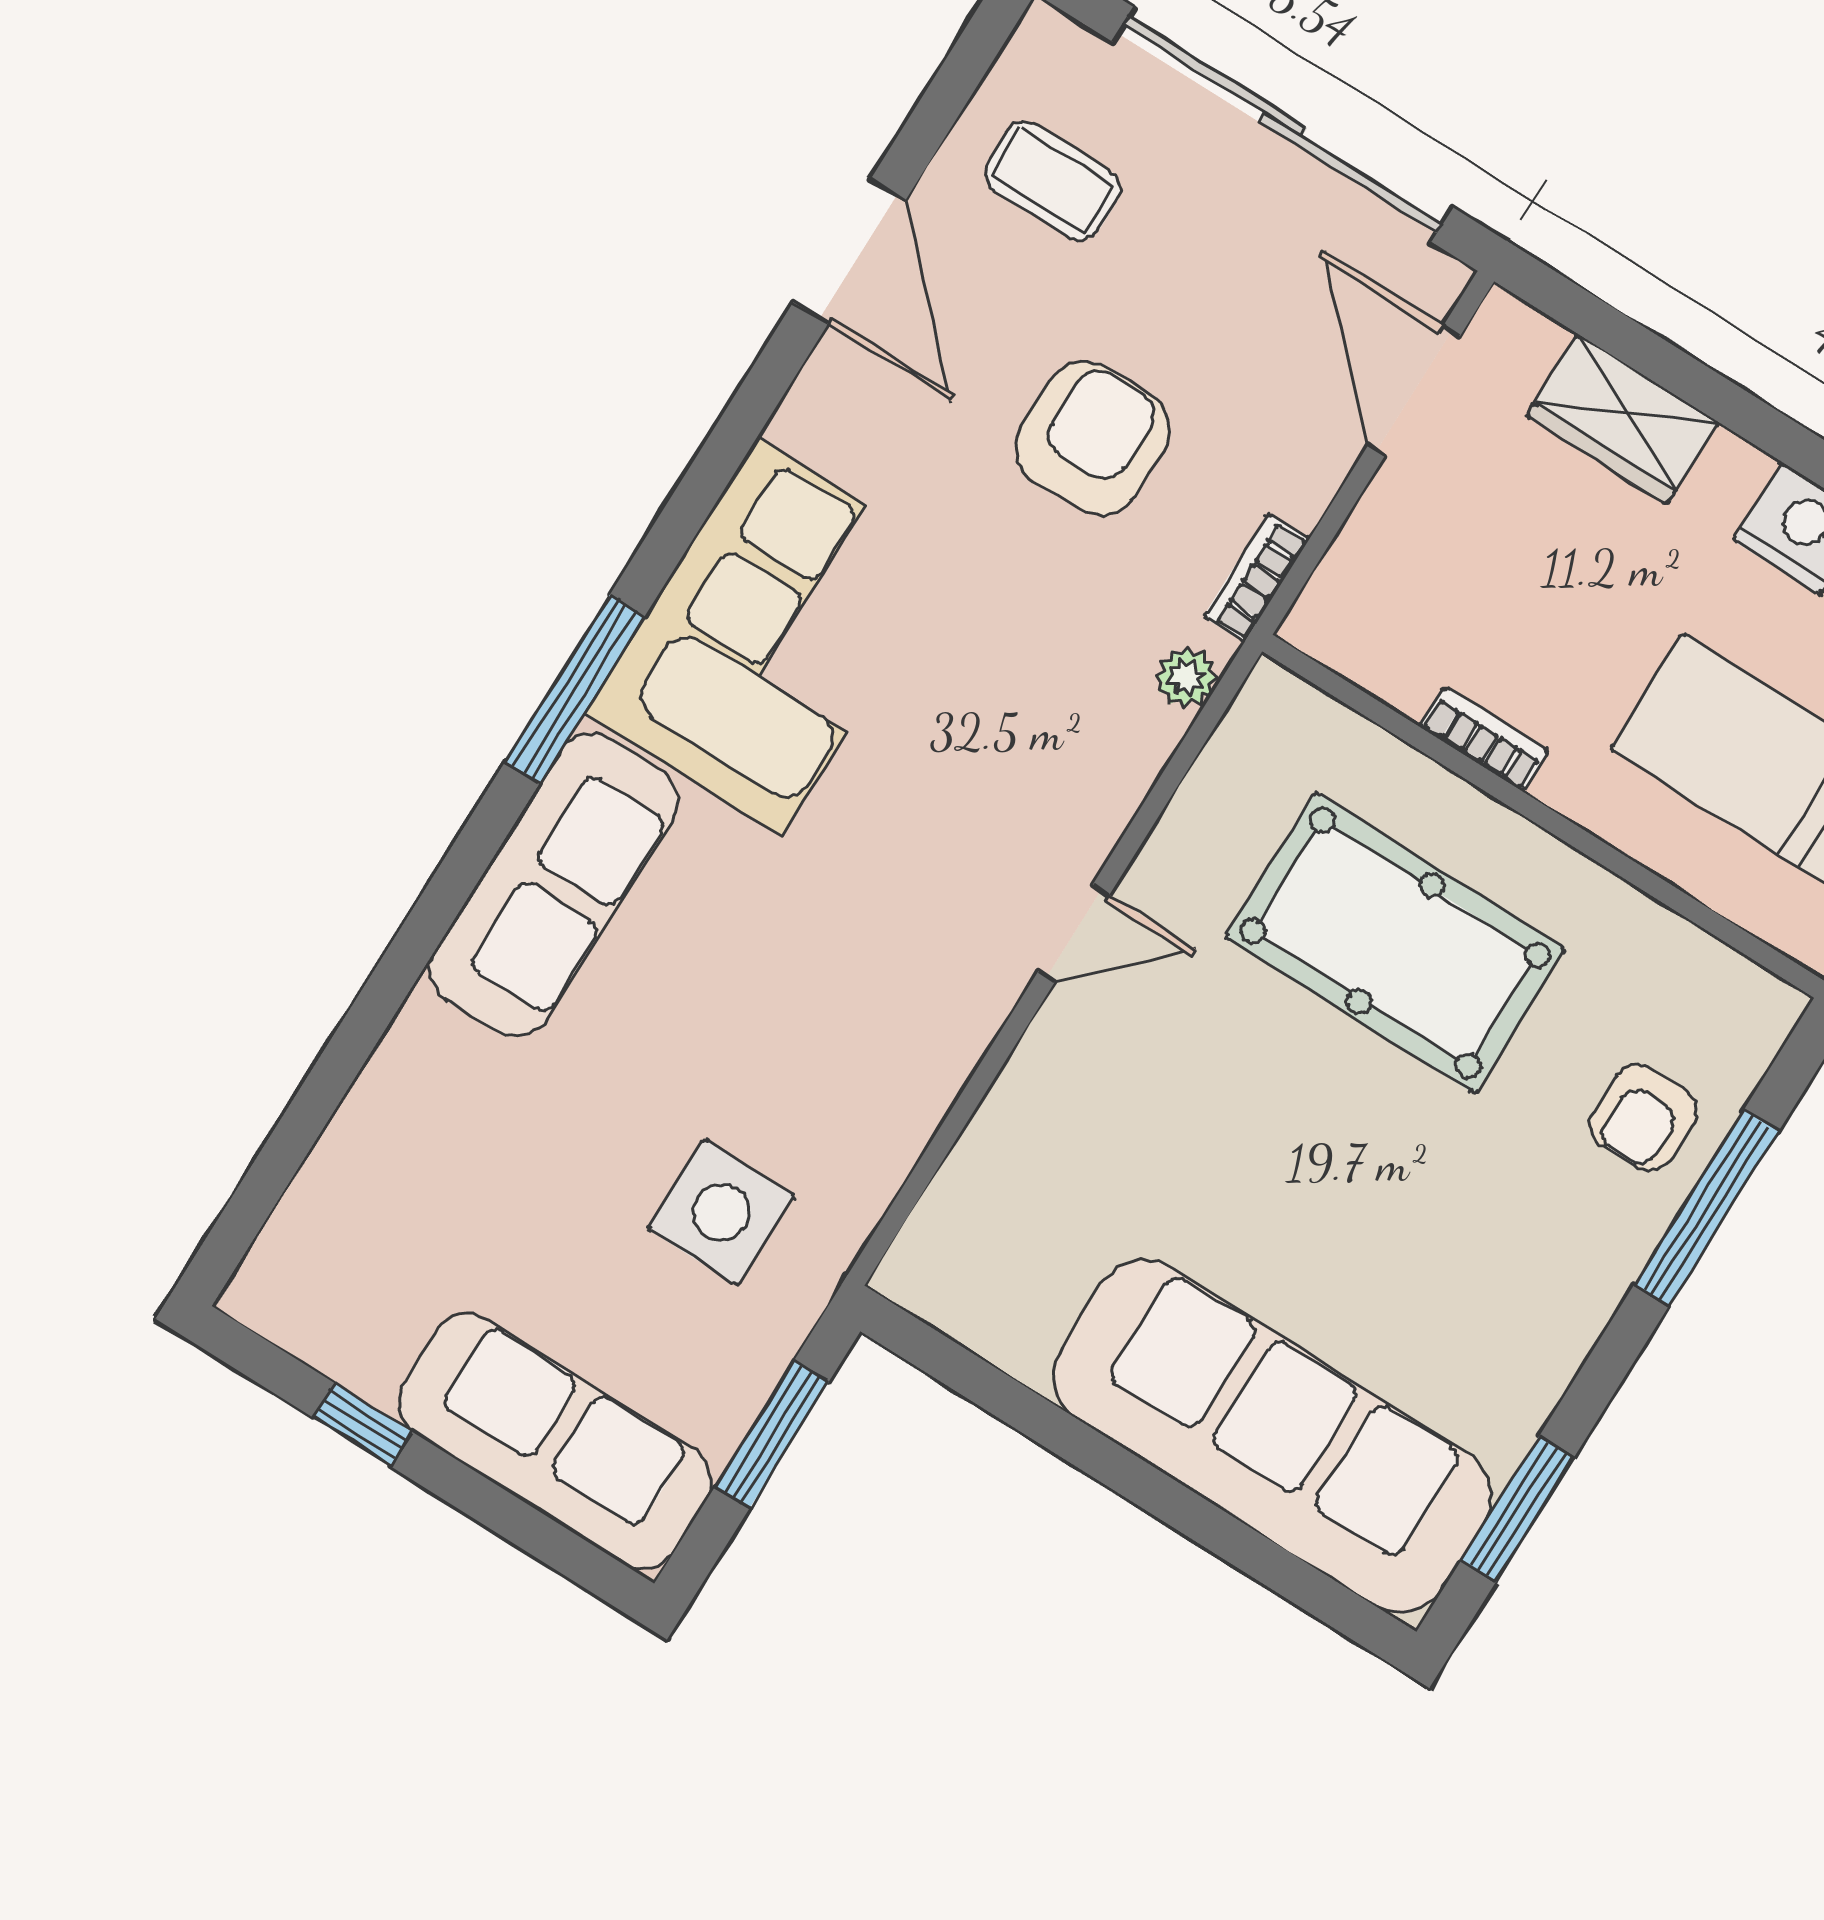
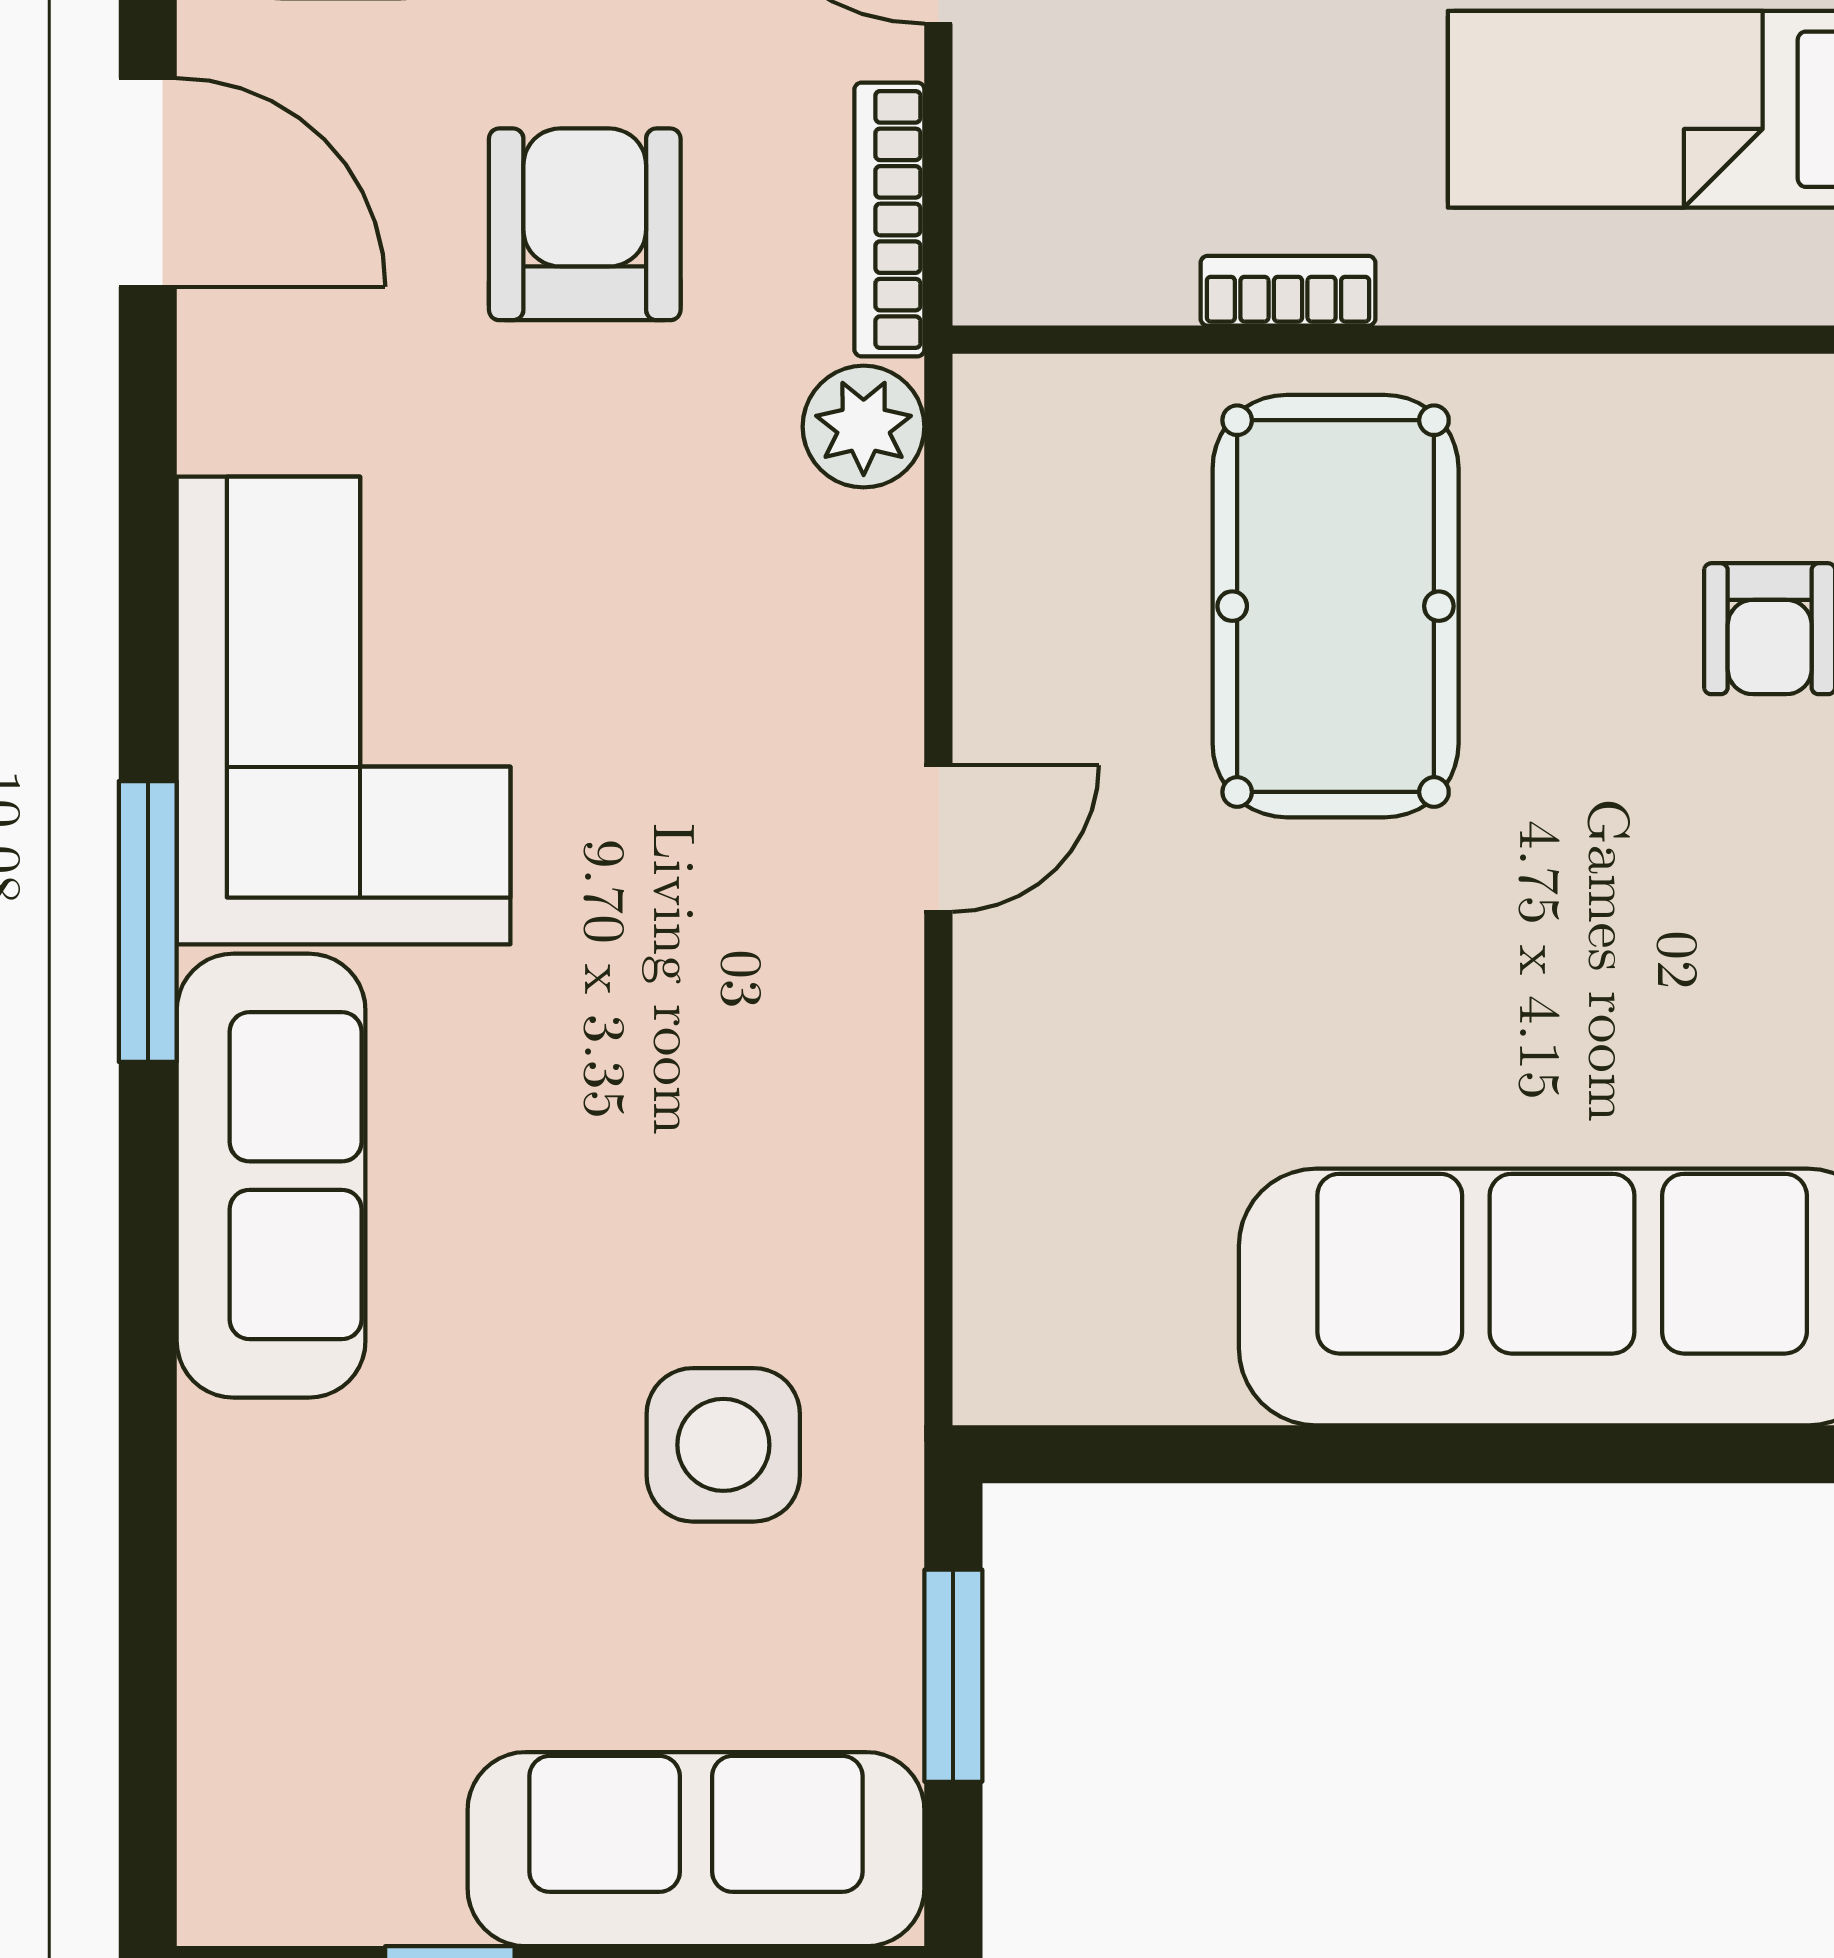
bookcase: (1256, 578) -> (889, 219), width x1.56
plant: (1186, 678) -> (864, 427), width x1.38, depth x1.38
pool table: (1395, 943) -> (1336, 606), turned 90

